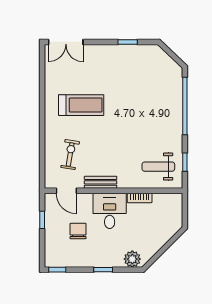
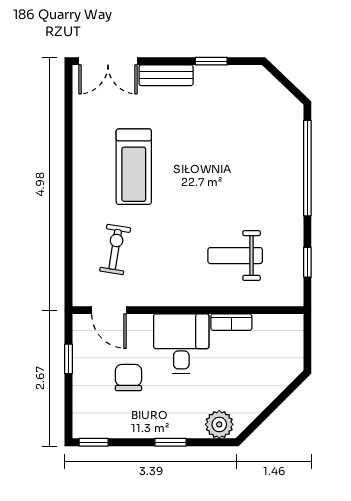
treadmill: (81, 105) -> (134, 167), turned 90
weight bench: (158, 167) -> (235, 256), moved
bench: (101, 182) -> (166, 75), moved

